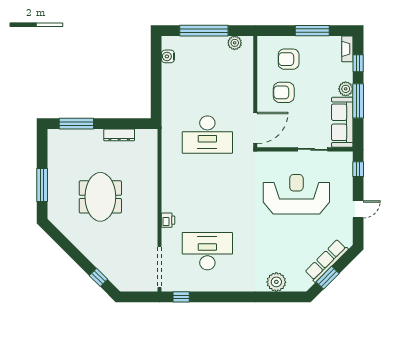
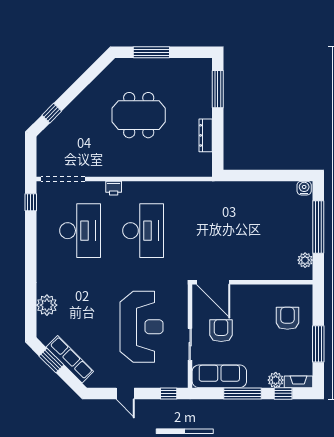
water cooler: (168, 56) -> (304, 188), moved
plant: (346, 89) -> (276, 380), moved
armchair: (284, 92) -> (221, 331), moved
desk: (207, 135) -> (143, 231), moved, turned 180

